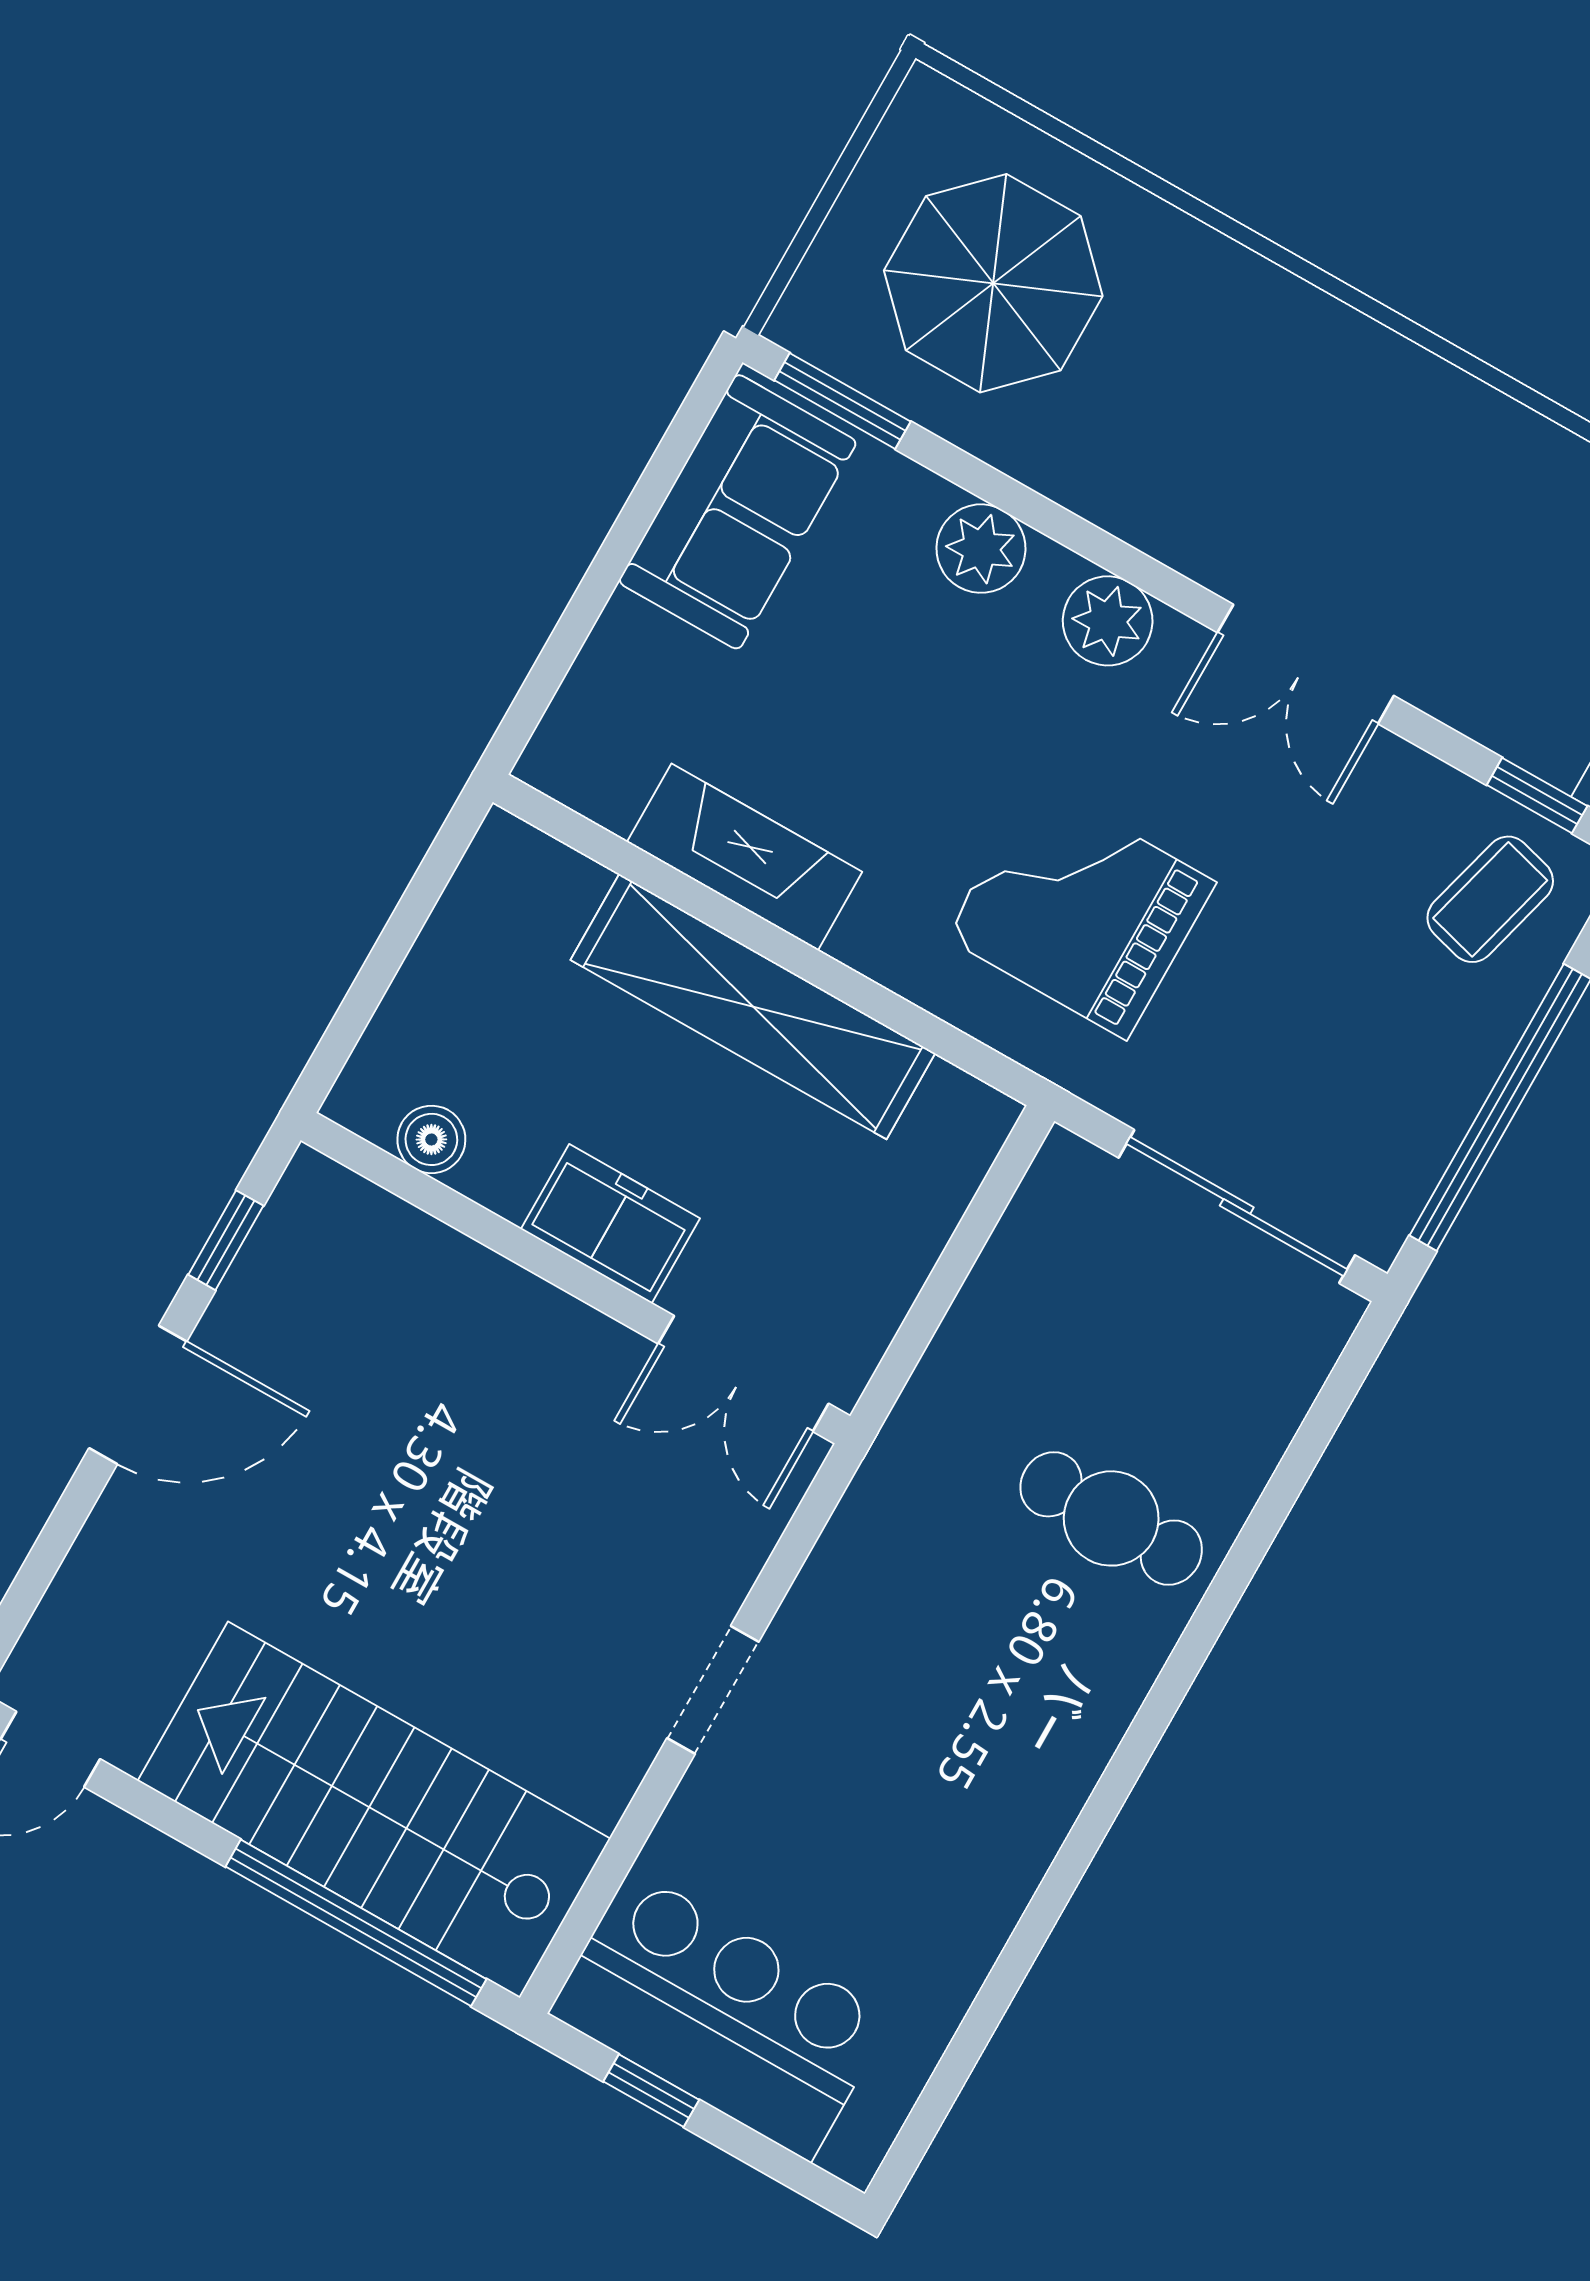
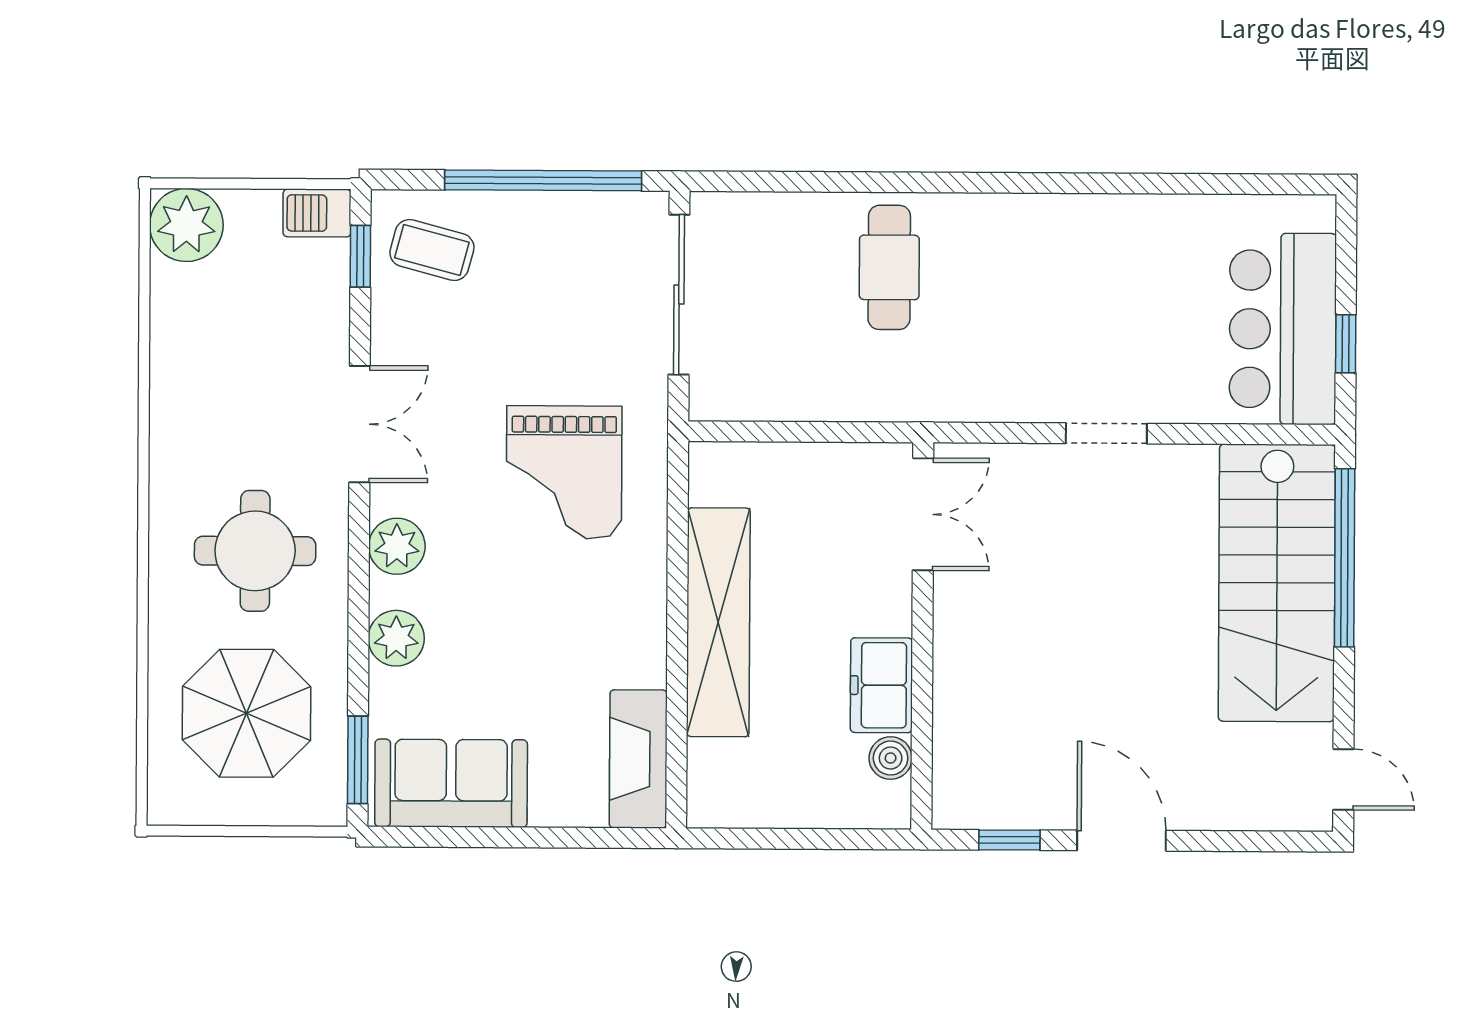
round table: (1211, 421) -> (255, 551), added
fireplace: (745, 857) -> (638, 759), moved
freezer: (610, 1224) -> (881, 685), moved

